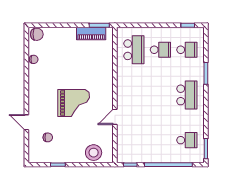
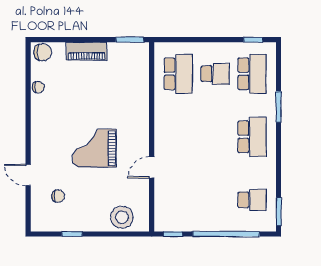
piano: (91, 33) -> (86, 51), moved
school desk: (187, 50) -> (252, 74), width x1.85
grand piano: (74, 103) -> (94, 148), turned 180

